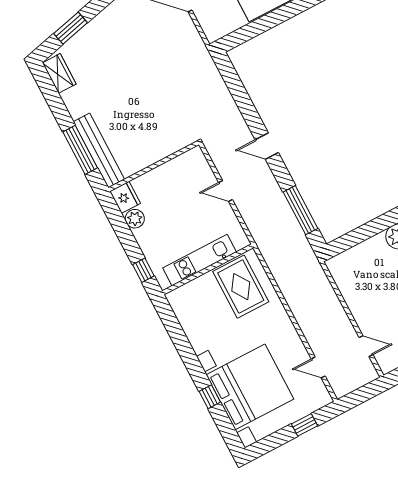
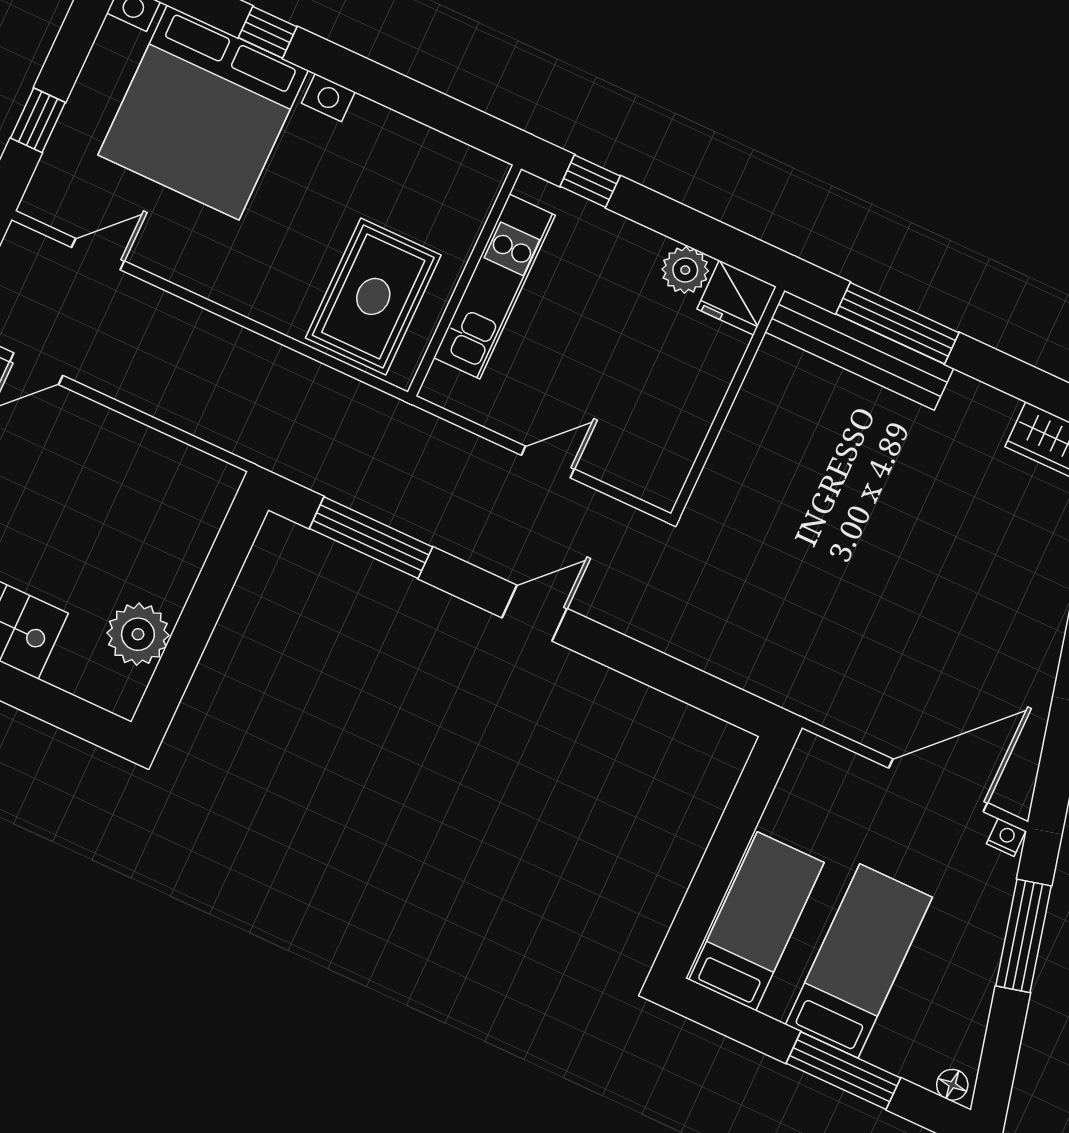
rug: (241, 287) -> (373, 296), turned 90

